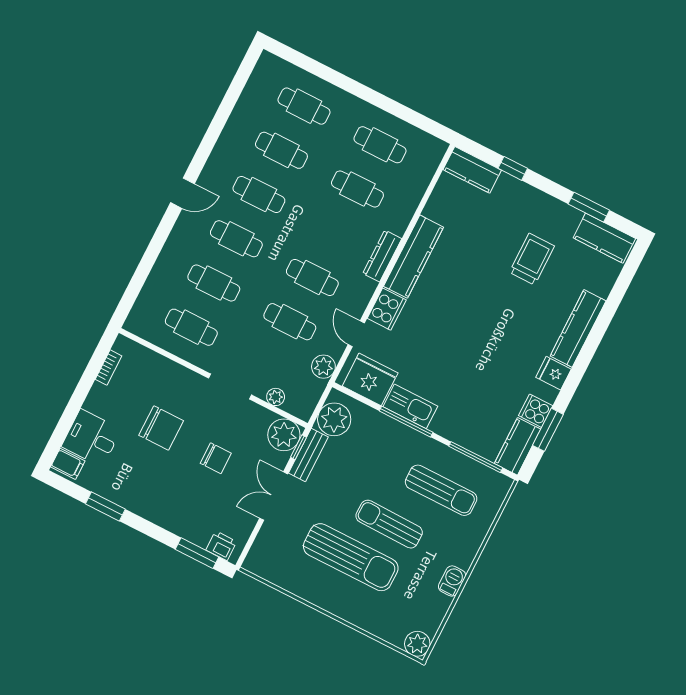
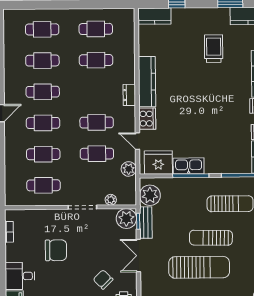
dresser: (382, 256) -> (129, 95), width x0.70
chair: (216, 458) -> (103, 280), moved, turned -135

